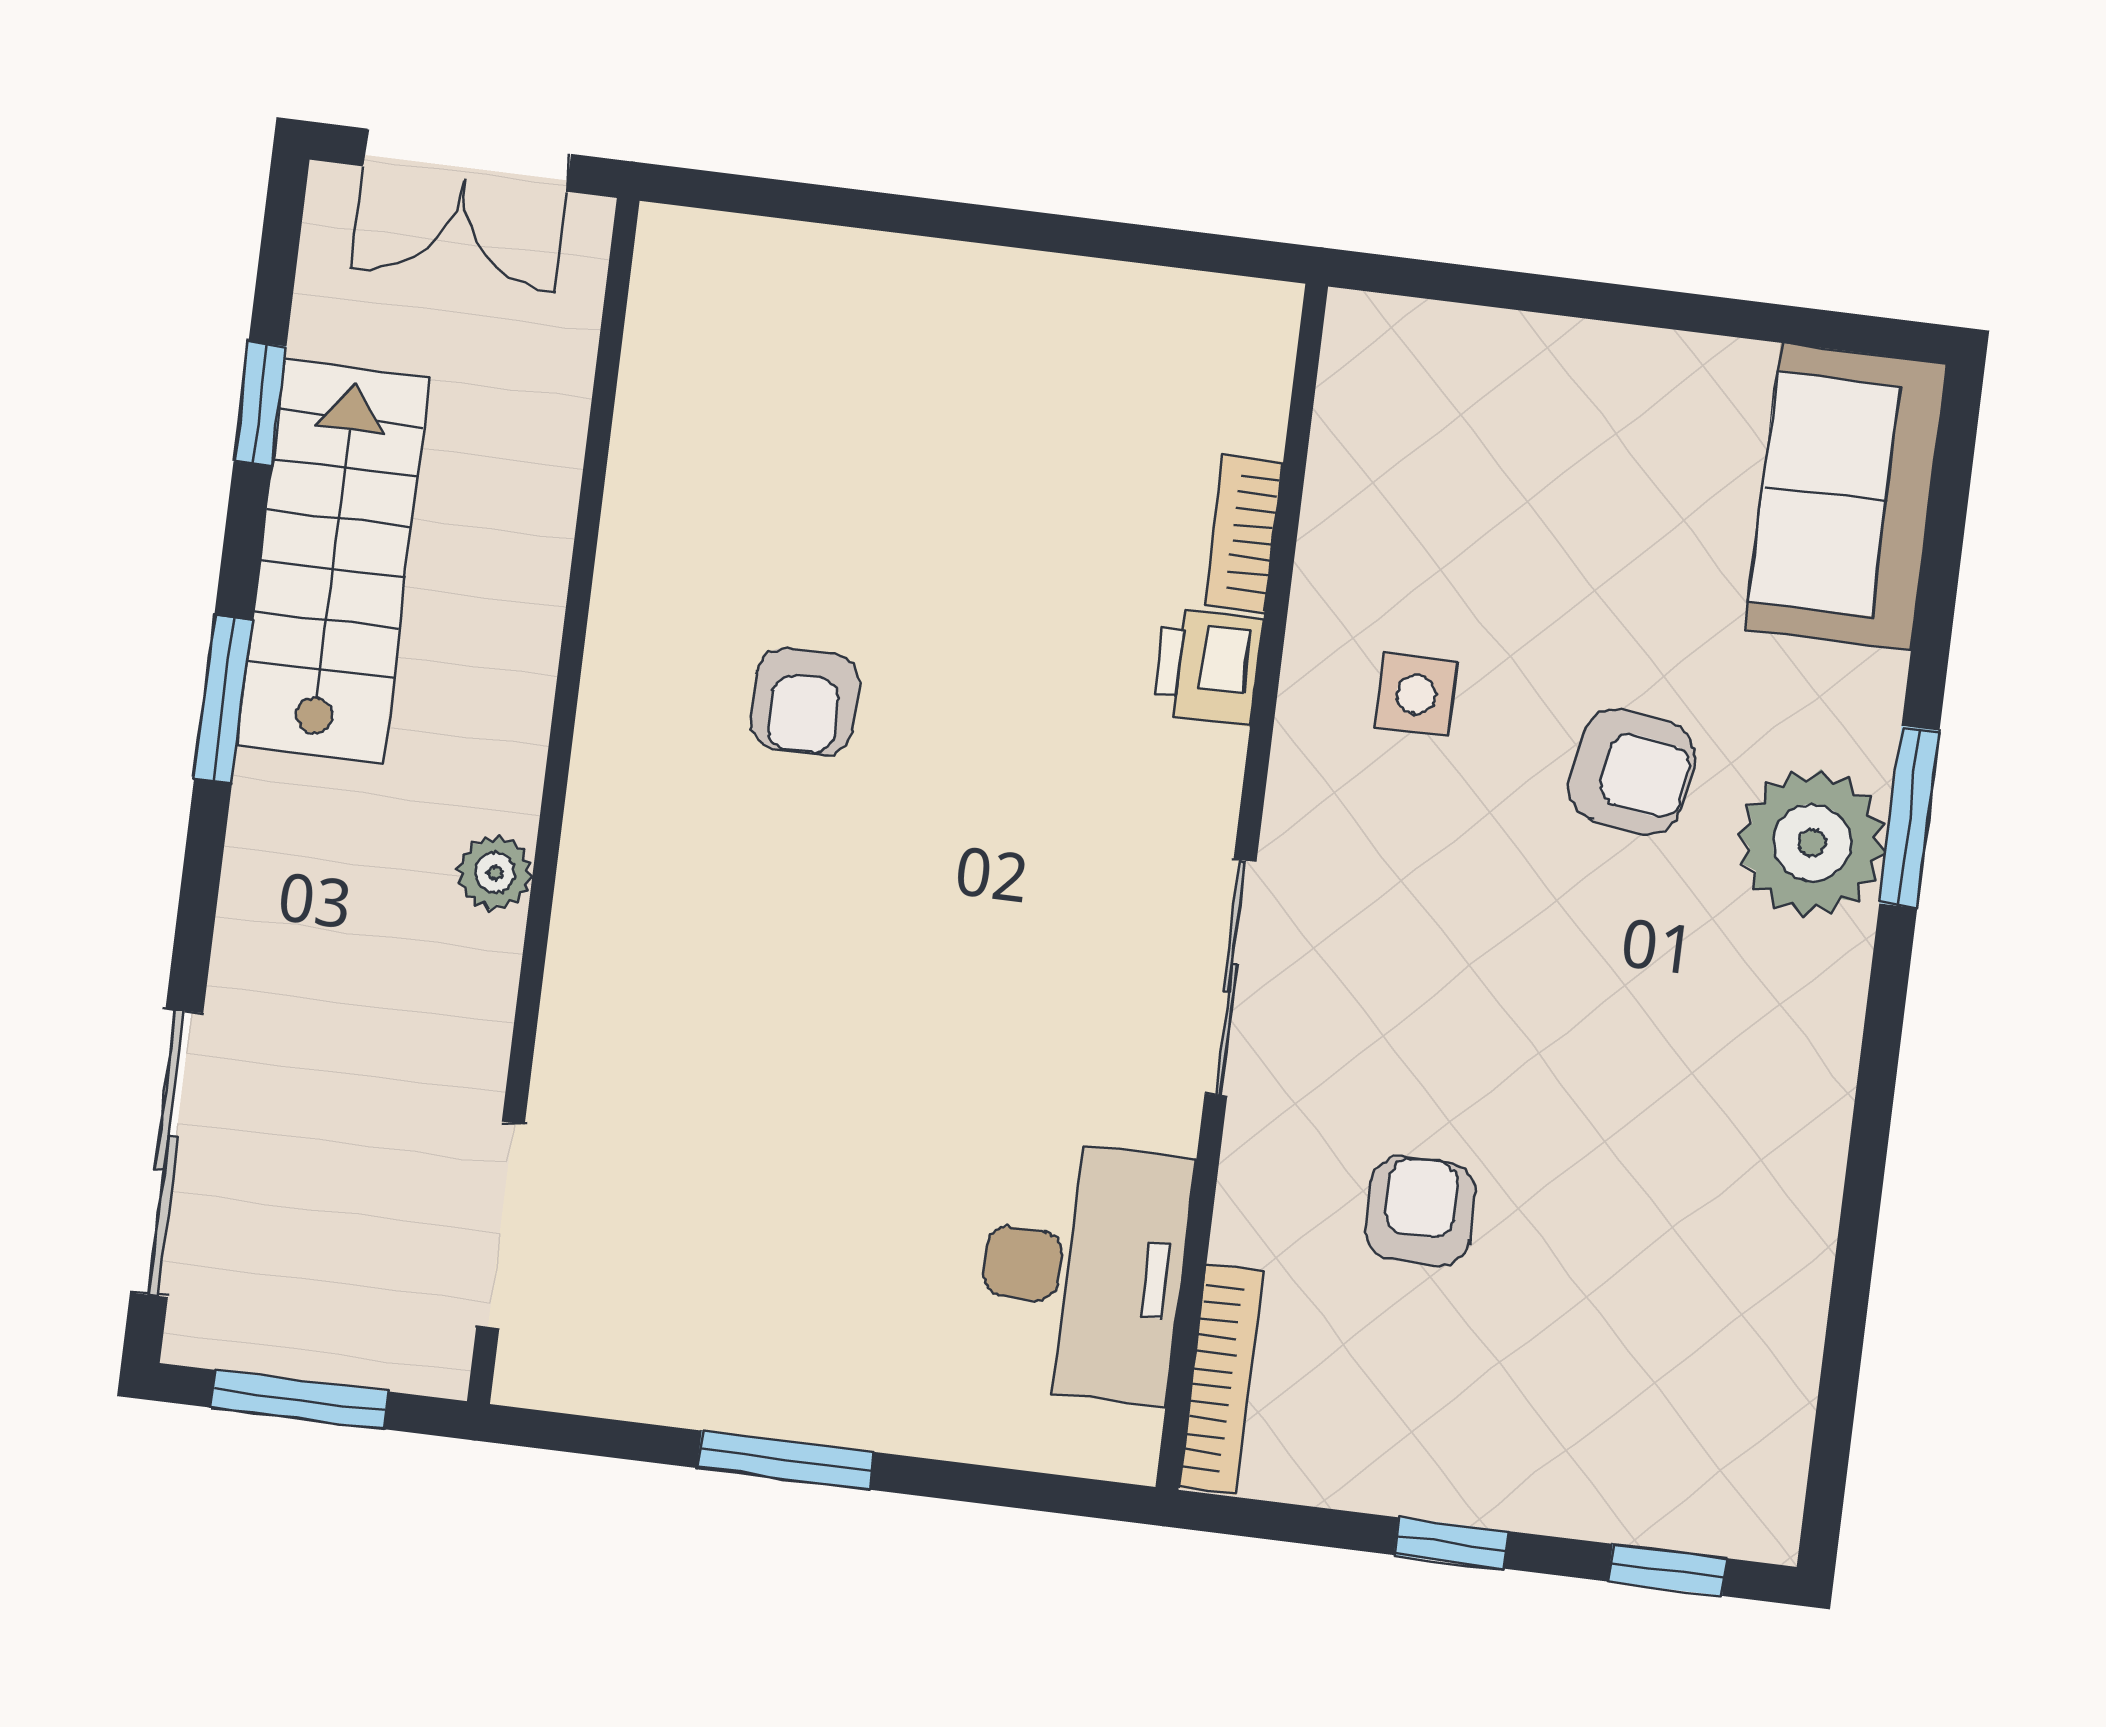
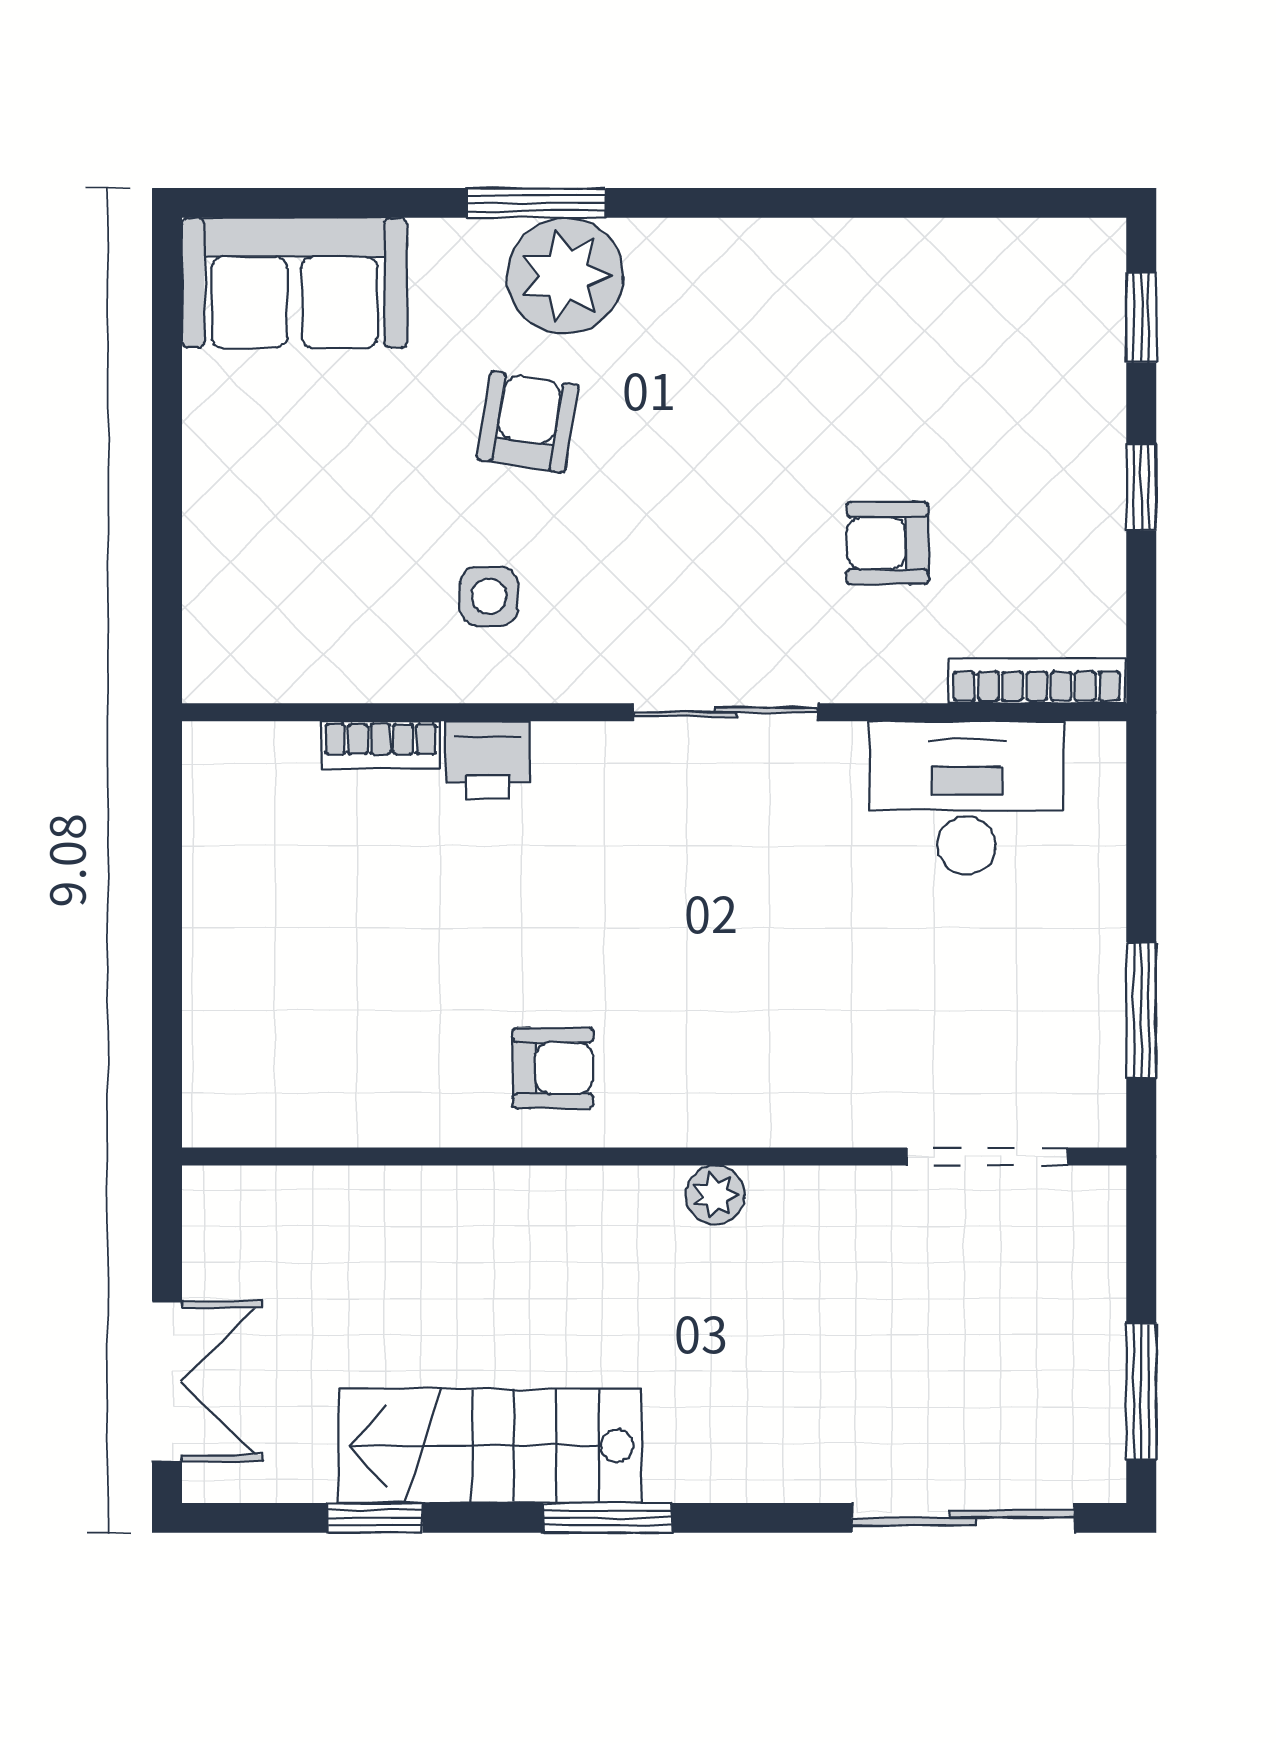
wall: (553, 801) -> (654, 1157), moved
plant: (495, 873) -> (715, 1195), moved
doorway: (500, 1225) -> (987, 1157), moved

